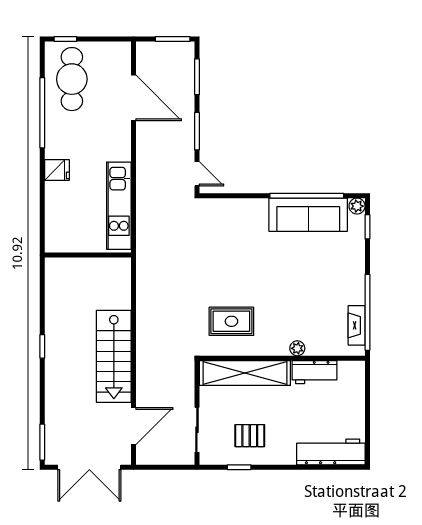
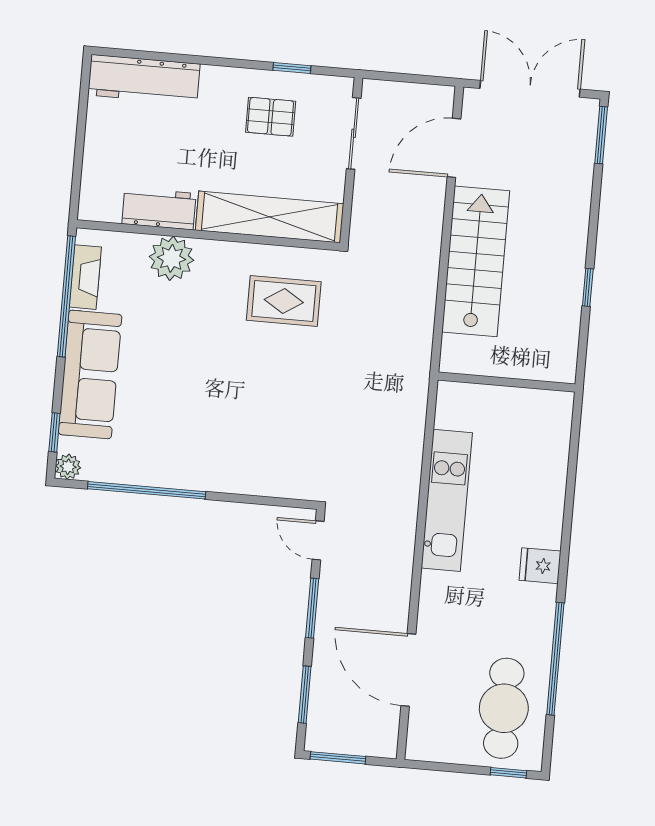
sofa: (308, 215) -> (90, 374), moved, turned 90
wall: (88, 255) -> (507, 382), moved
plant: (297, 348) -> (171, 258), width x1.88, depth x1.88

